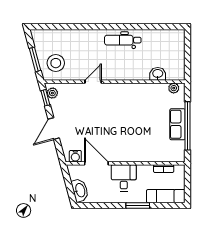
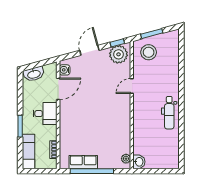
dental chair: (123, 40) -> (169, 113), turned 180
washbasin: (158, 74) -> (139, 162), moved
door: (93, 82) -> (132, 86), swing flipped
plant: (52, 93) -> (119, 54), width x1.87, depth x1.87
row of seats: (177, 124) -> (83, 162), moved
door: (54, 129) -> (89, 50), hinge flipped

